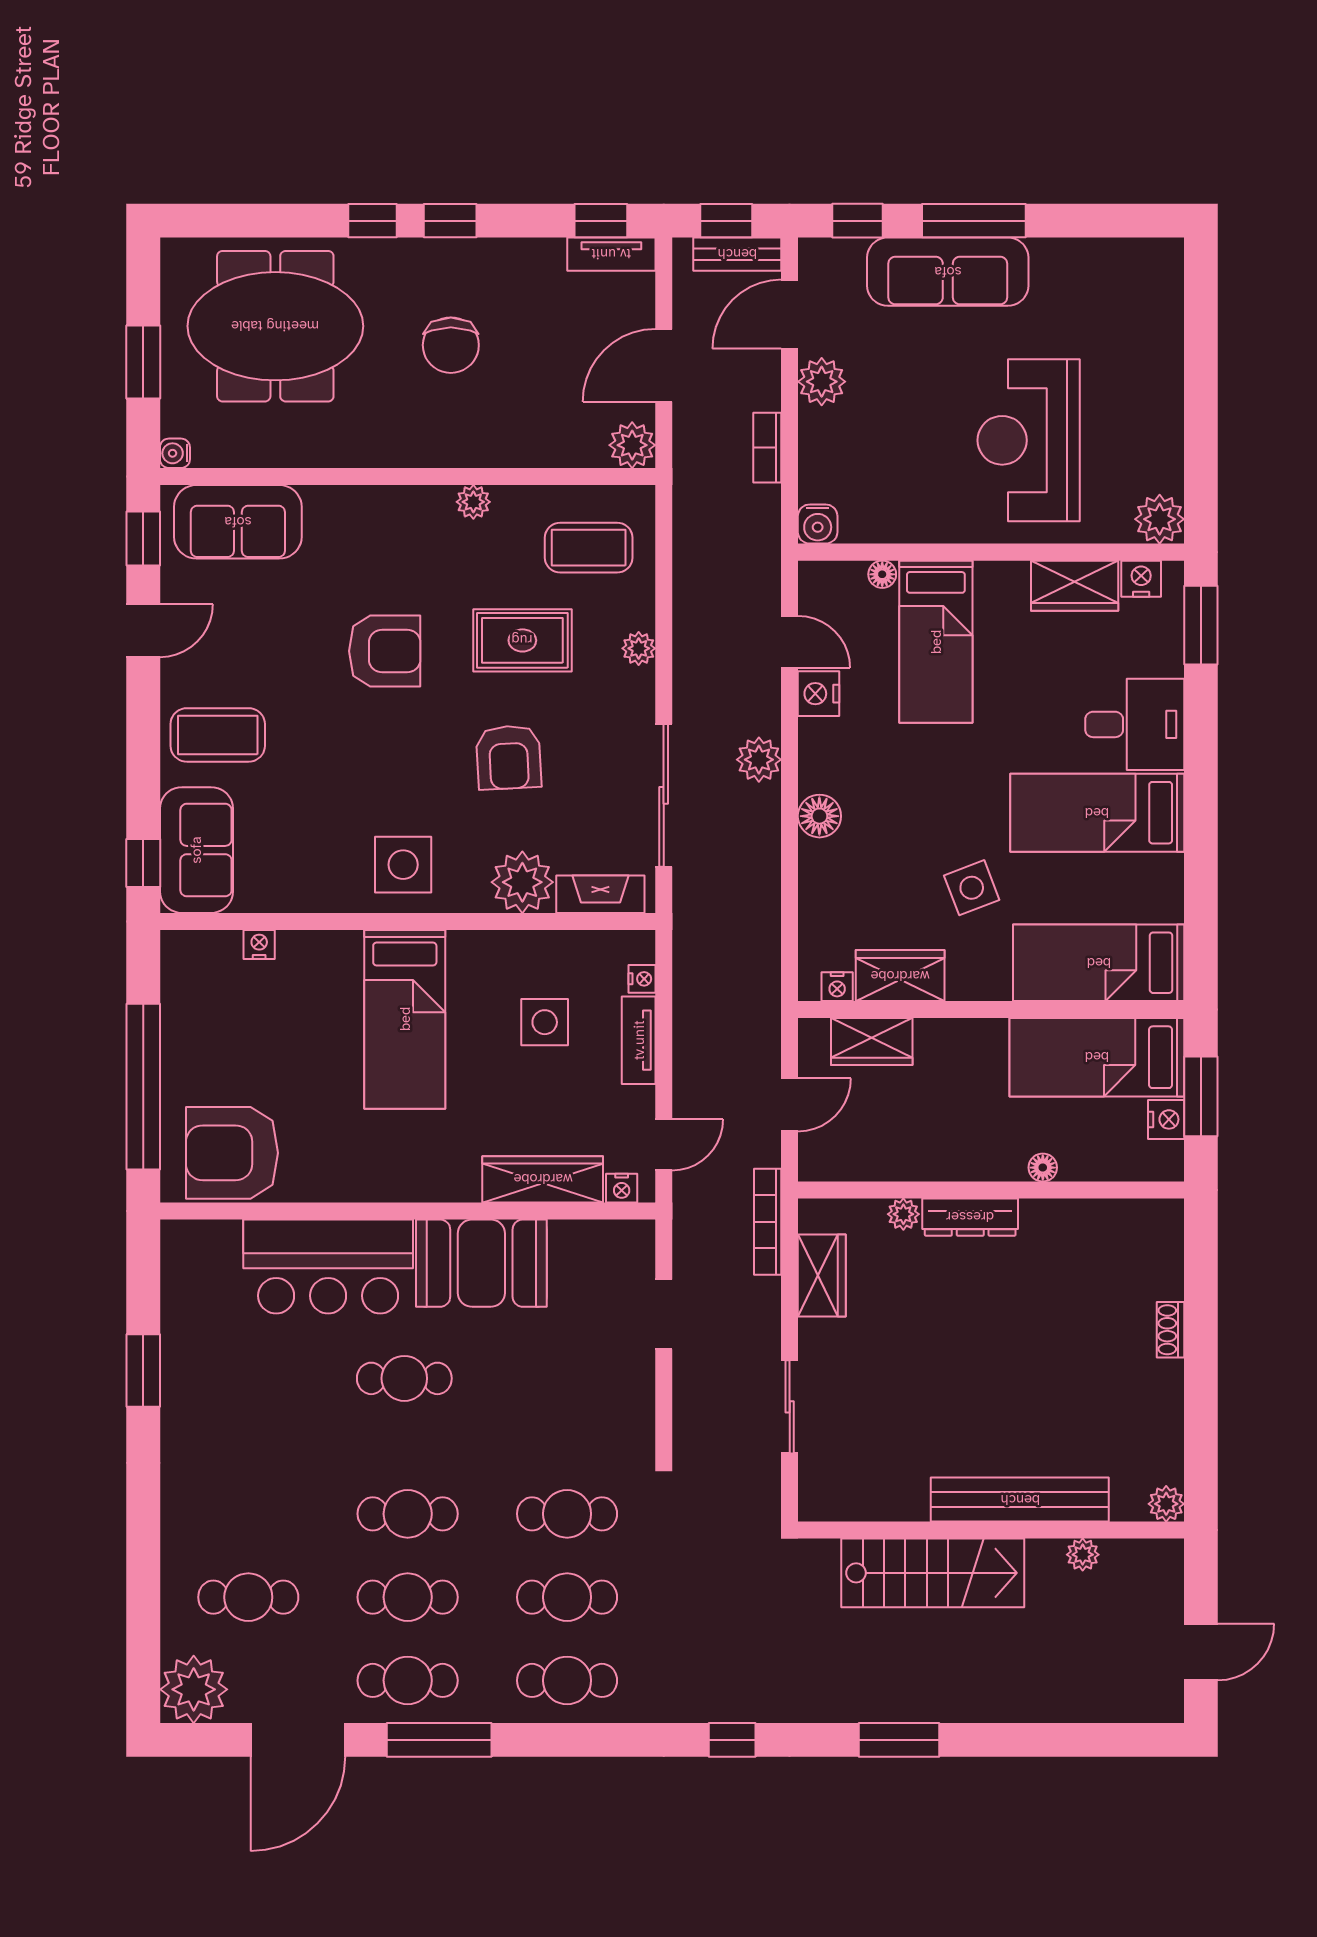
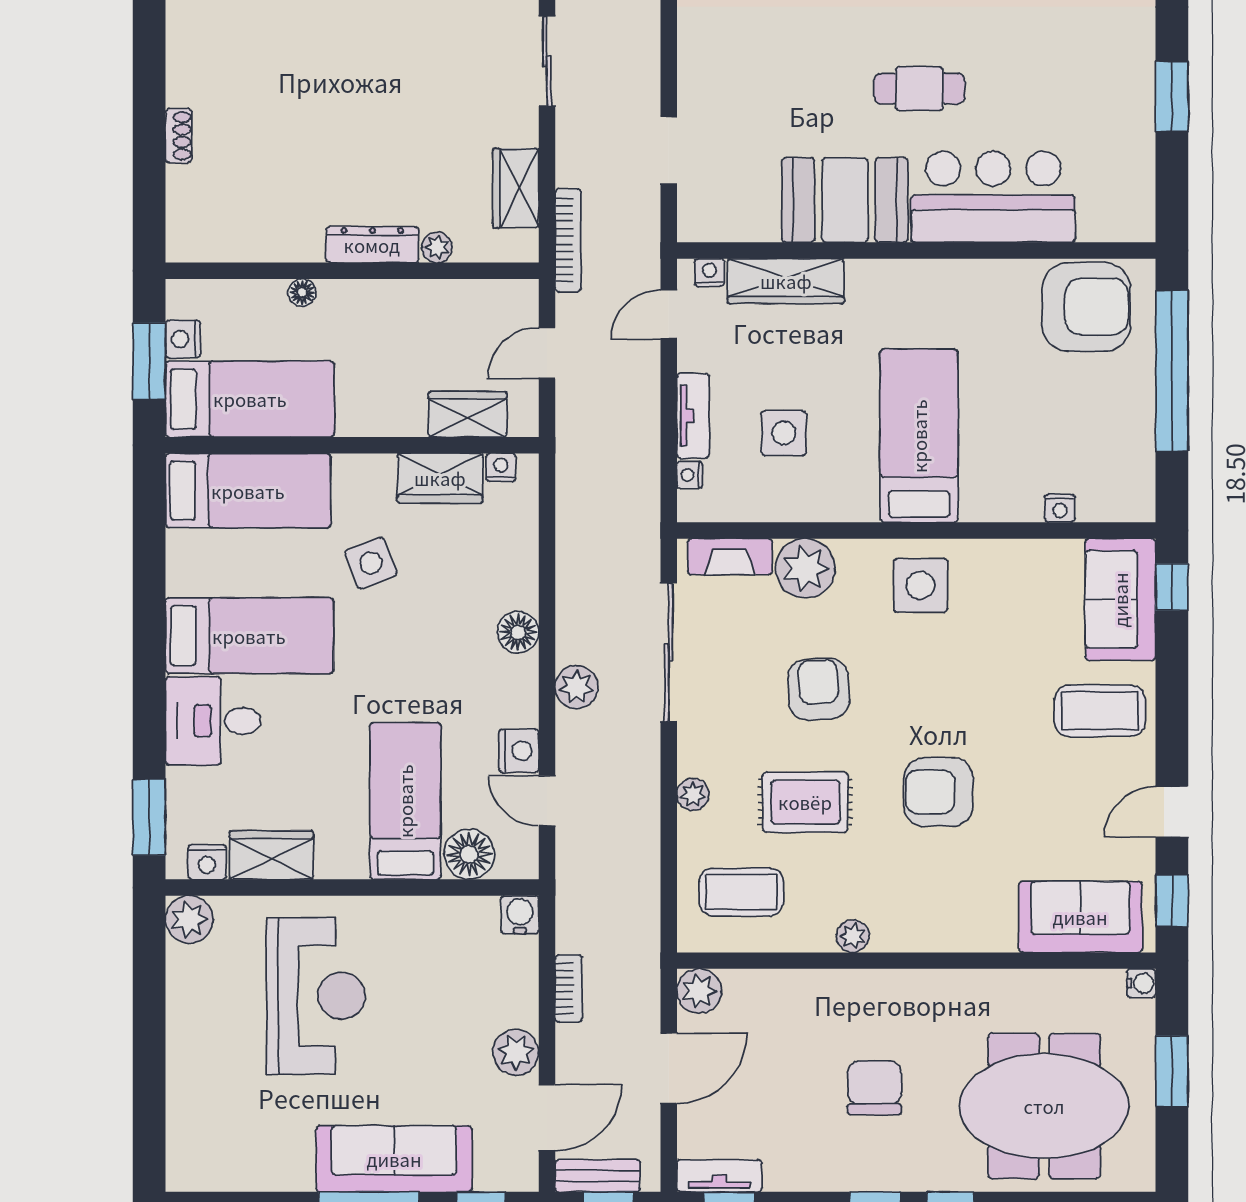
floor lamp: (882, 574) -> (469, 854), width x1.89, depth x1.89

